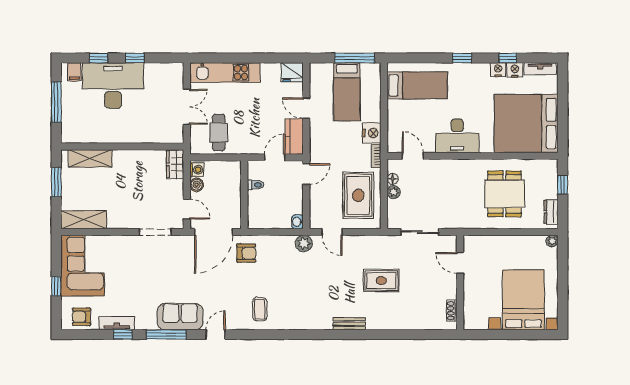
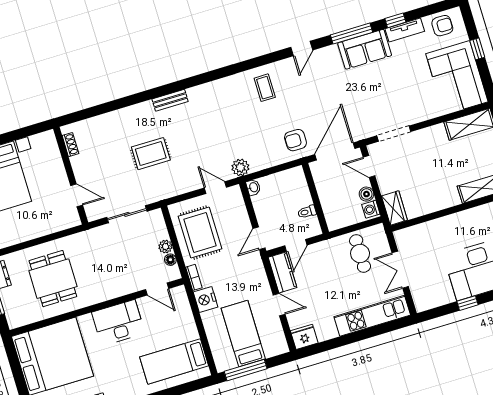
sofa: (180, 317) -> (365, 49), moved

